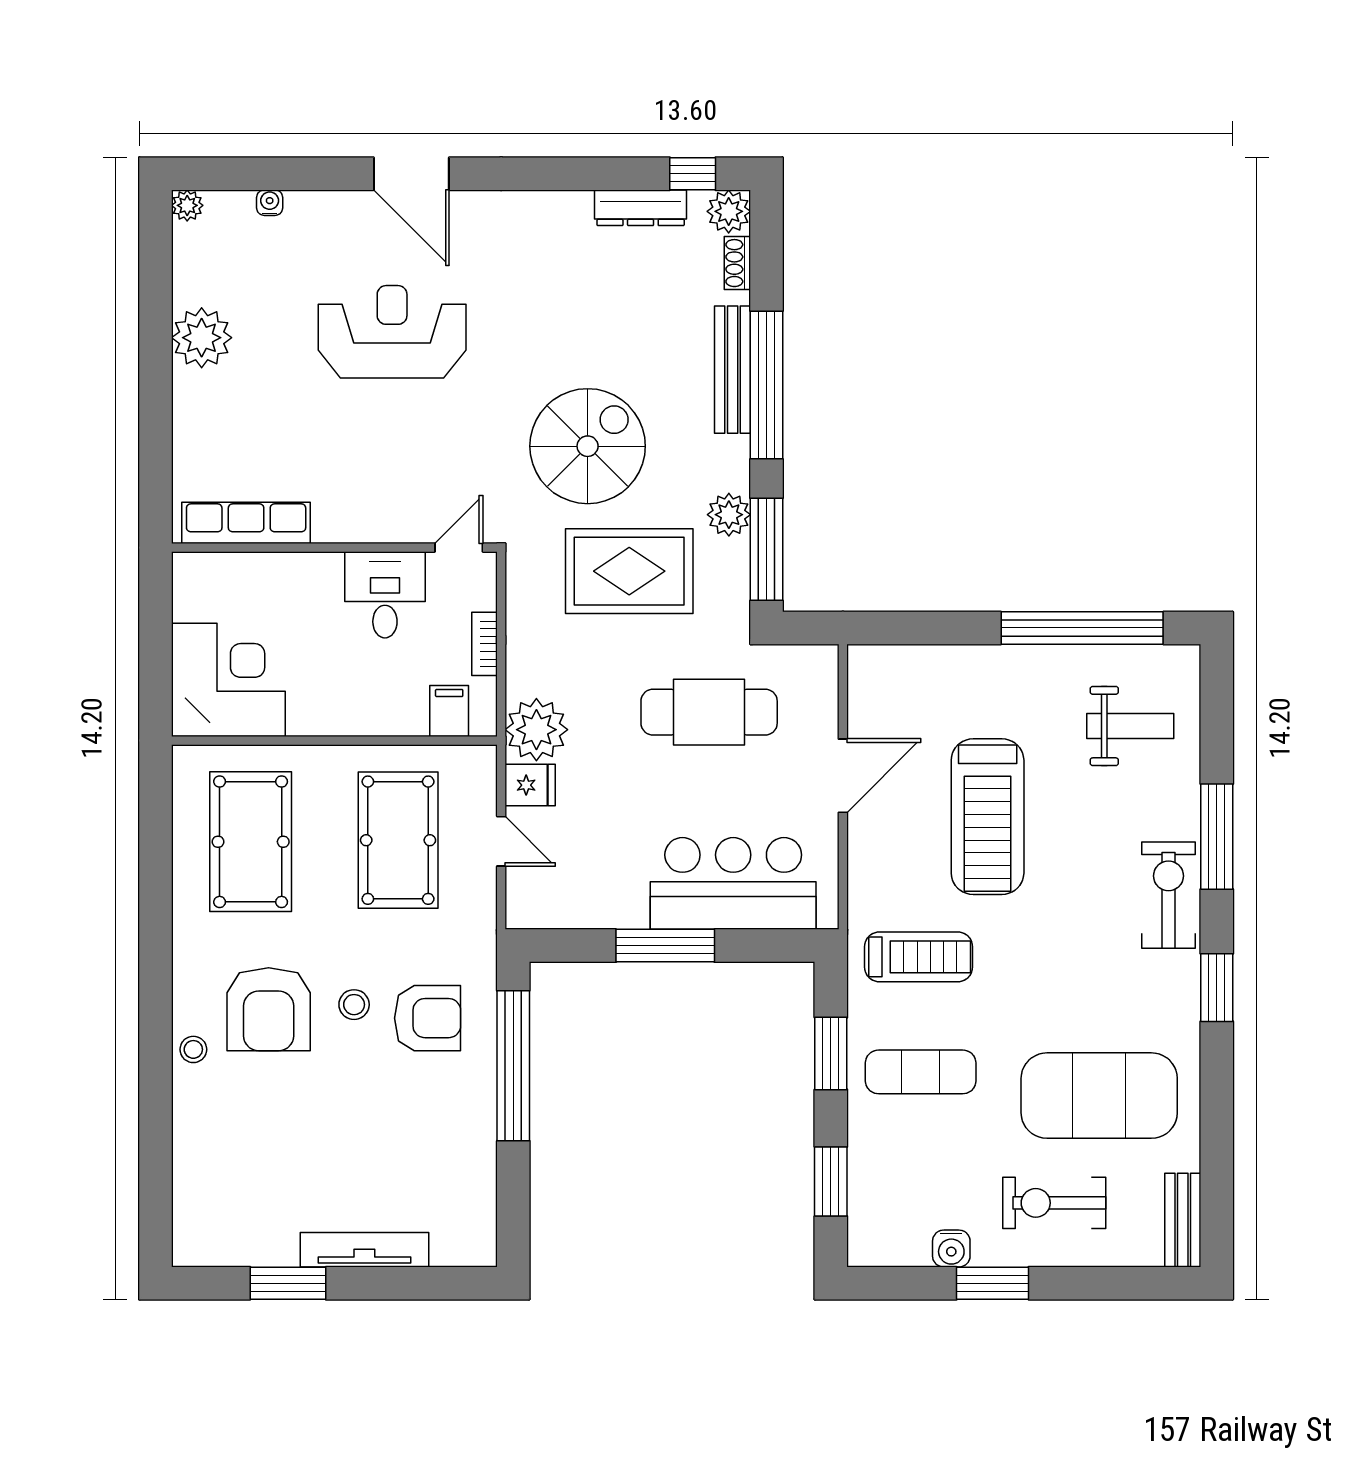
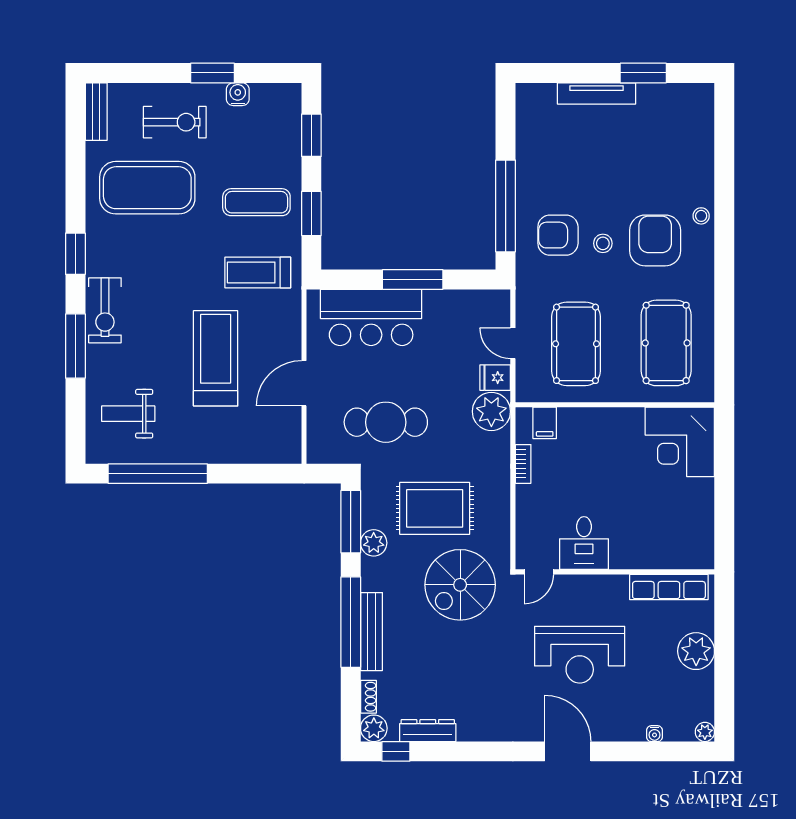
row of seats: (246, 523) -> (669, 587), moved
wall: (334, 548) -> (615, 572), moved
door: (459, 548) -> (539, 572), moved
desk: (385, 595) -> (584, 543), moved

